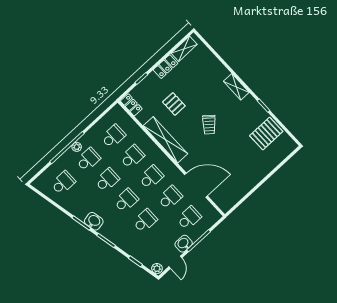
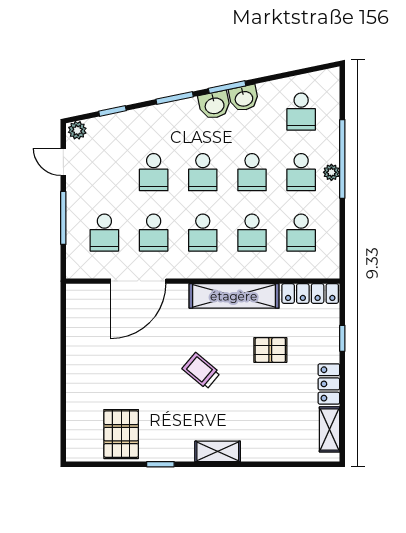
locker: (131, 105) -> (310, 293), width x1.53
washbasin: (184, 244) -> (244, 98), moved, turned 78

